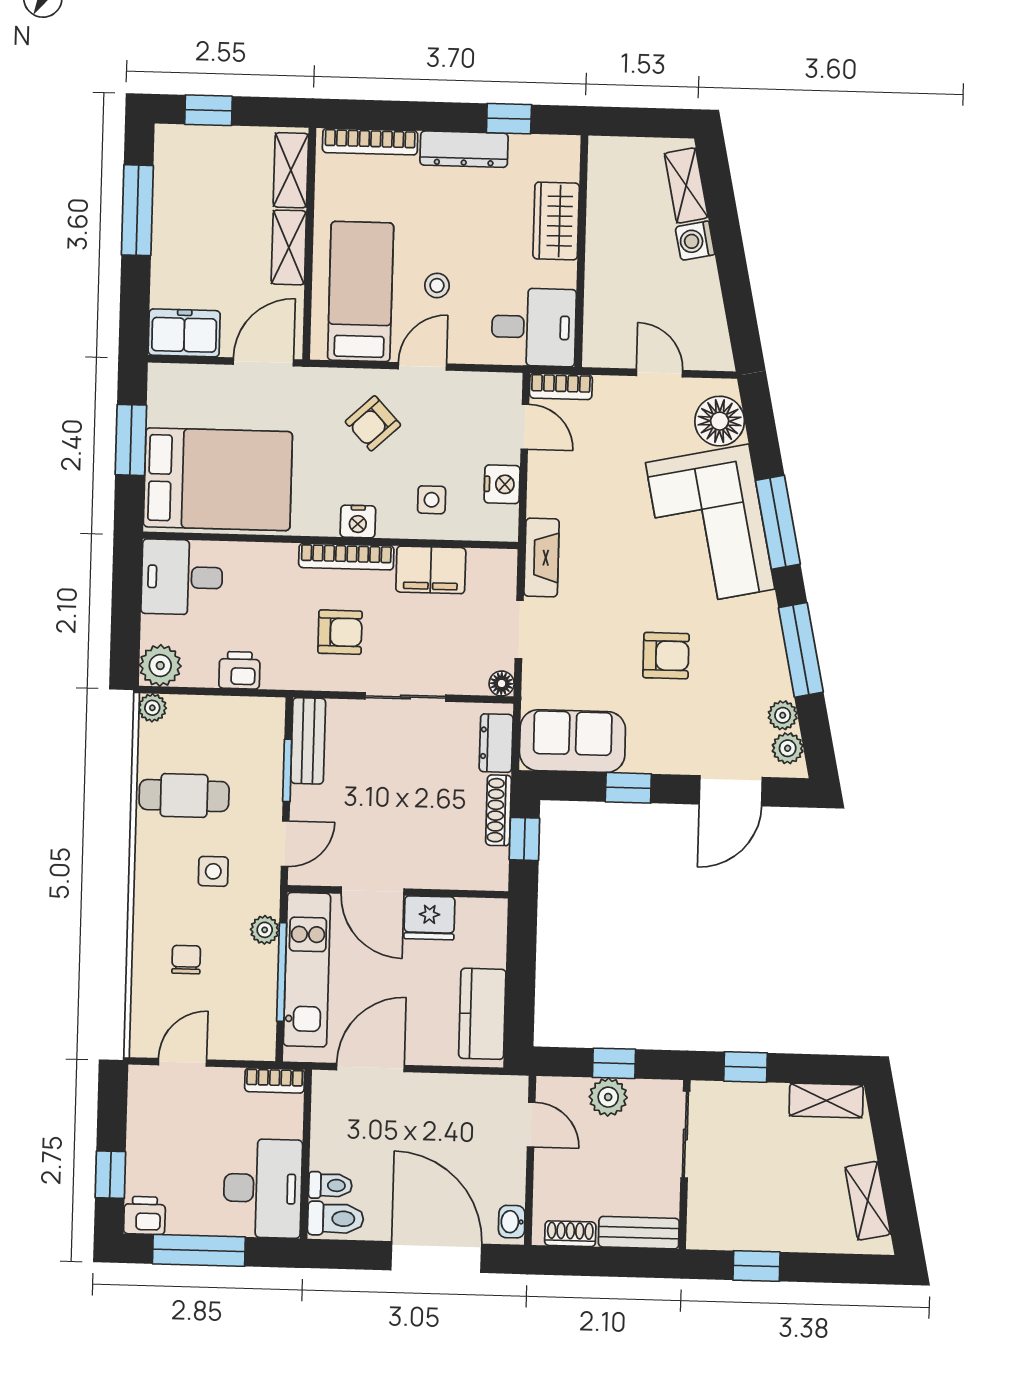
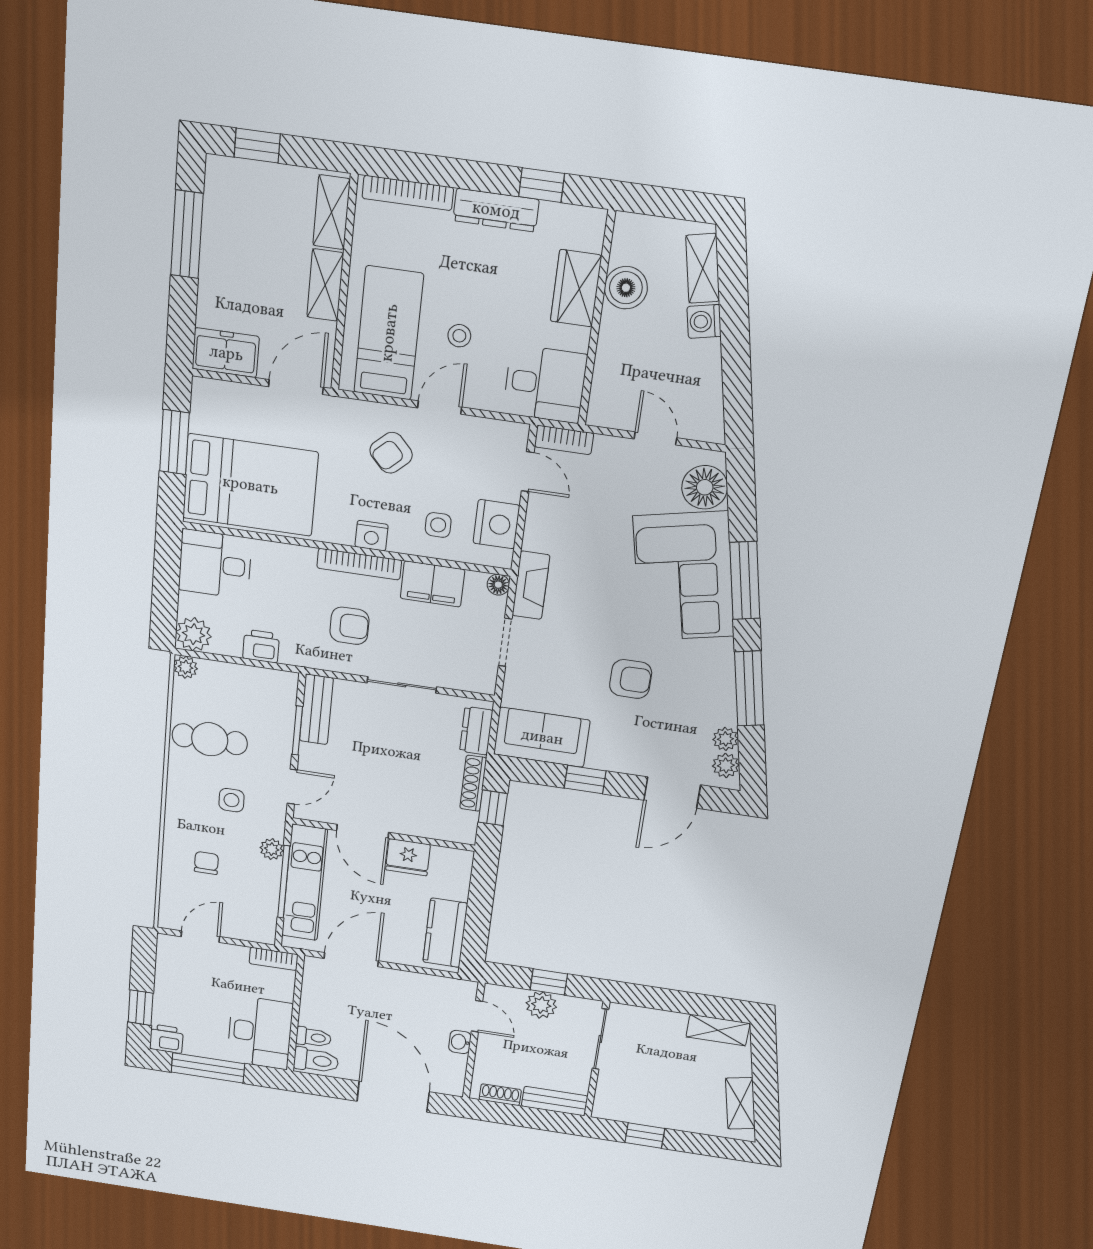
boiler: (609, 214) -> (626, 288), added
nightstand: (502, 484) -> (496, 524), width x1.36, depth x1.33
floor lamp: (502, 684) -> (498, 585), moved
window: (745, 1067) -> (656, 998), removed
washbasin: (512, 1222) -> (460, 1042), moved

